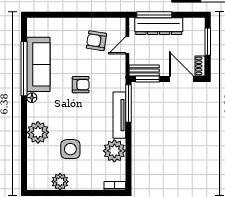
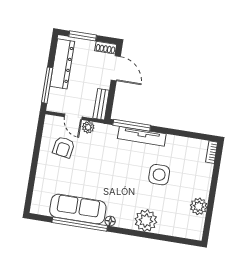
dresser: (159, 26) -> (62, 64), moved
window: (147, 79) -> (110, 102), removed
door: (182, 79) -> (116, 68), swing flipped
armchair: (81, 85) -> (105, 170), removed
side table: (70, 149) -> (159, 175), moved
plant: (114, 151) -> (88, 127), moved, width x0.53, depth x0.53

